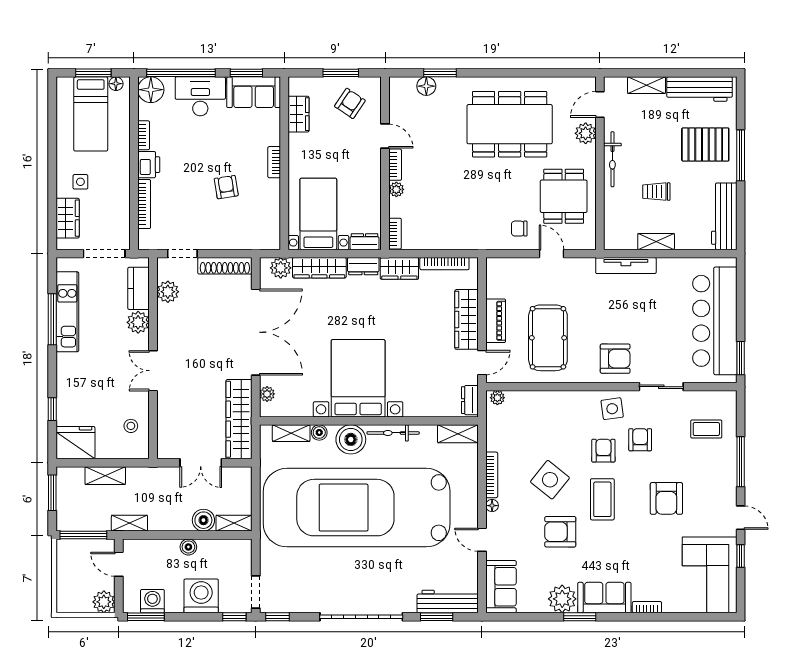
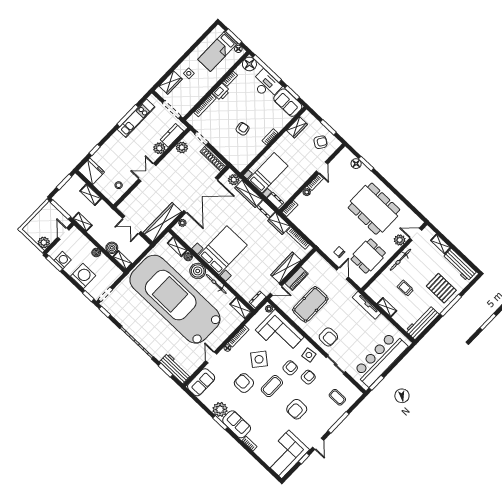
corner sofa: (544, 418) -> (280, 334), added

